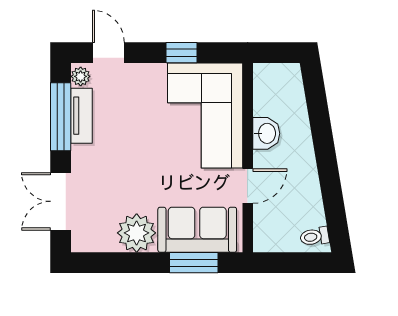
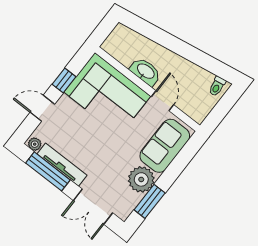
door: (108, 53) -> (42, 108), moved
tv unit: (81, 116) -> (62, 165), width x1.41
washbasin: (266, 133) -> (145, 72), width x1.38
window: (194, 263) -> (150, 201), moved

